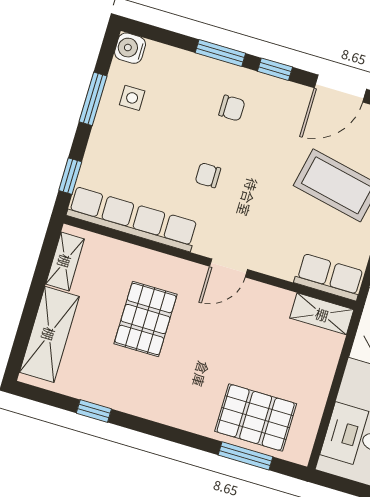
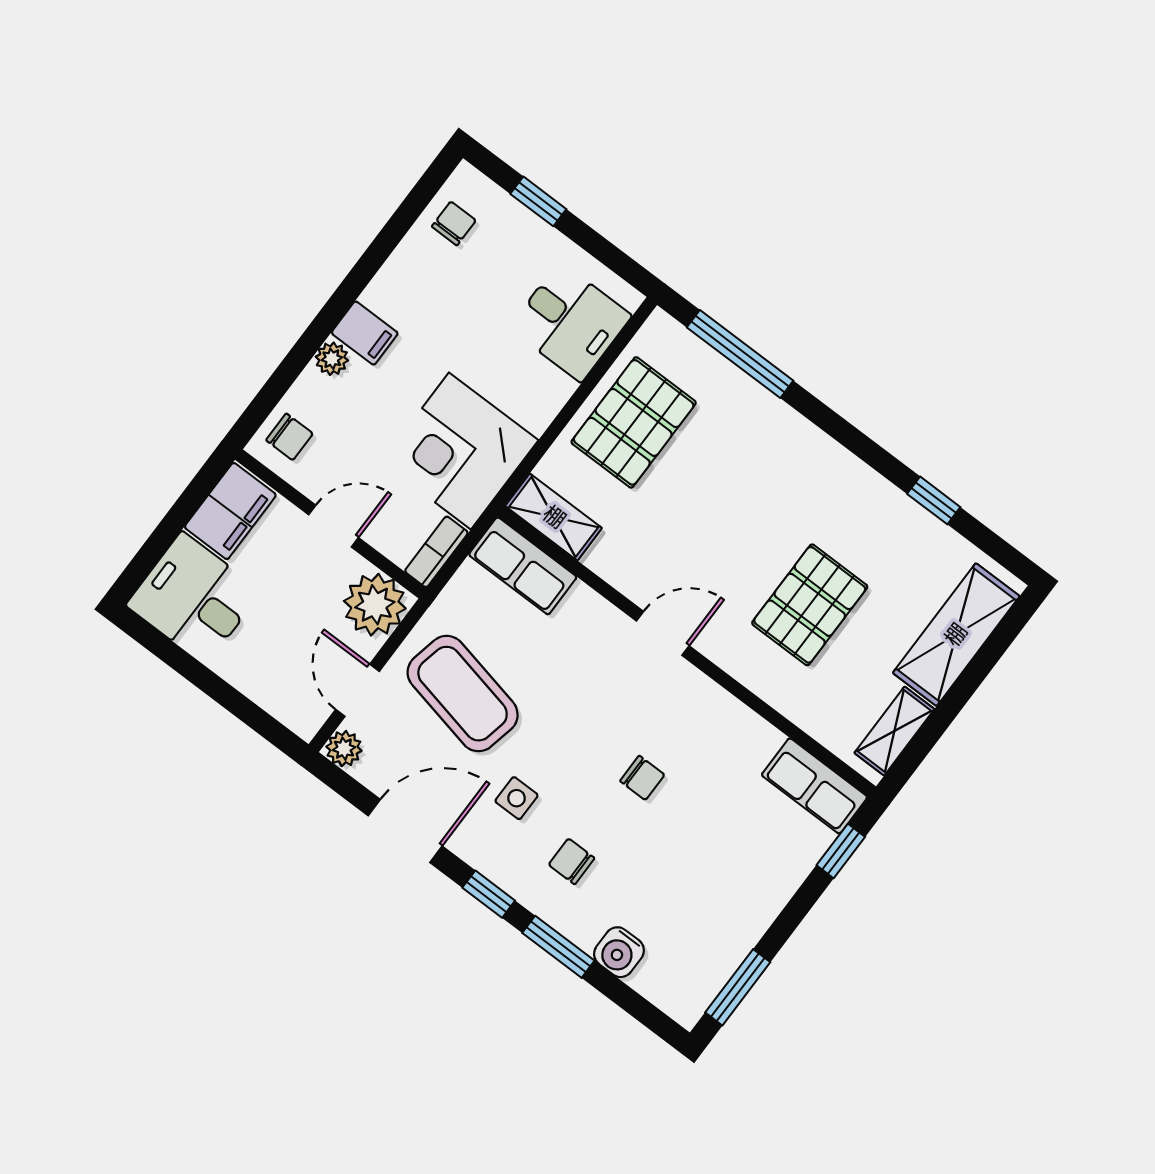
water cooler: (130, 48) -> (619, 952), moved, turned 90
side table: (132, 98) -> (517, 798), moved
window: (93, 99) -> (738, 987), moved
row of seats: (132, 219) -> (815, 786), width x0.50
pallet: (256, 417) -> (634, 422), moved, turned 90
window: (245, 456) -> (740, 354), width x1.44

